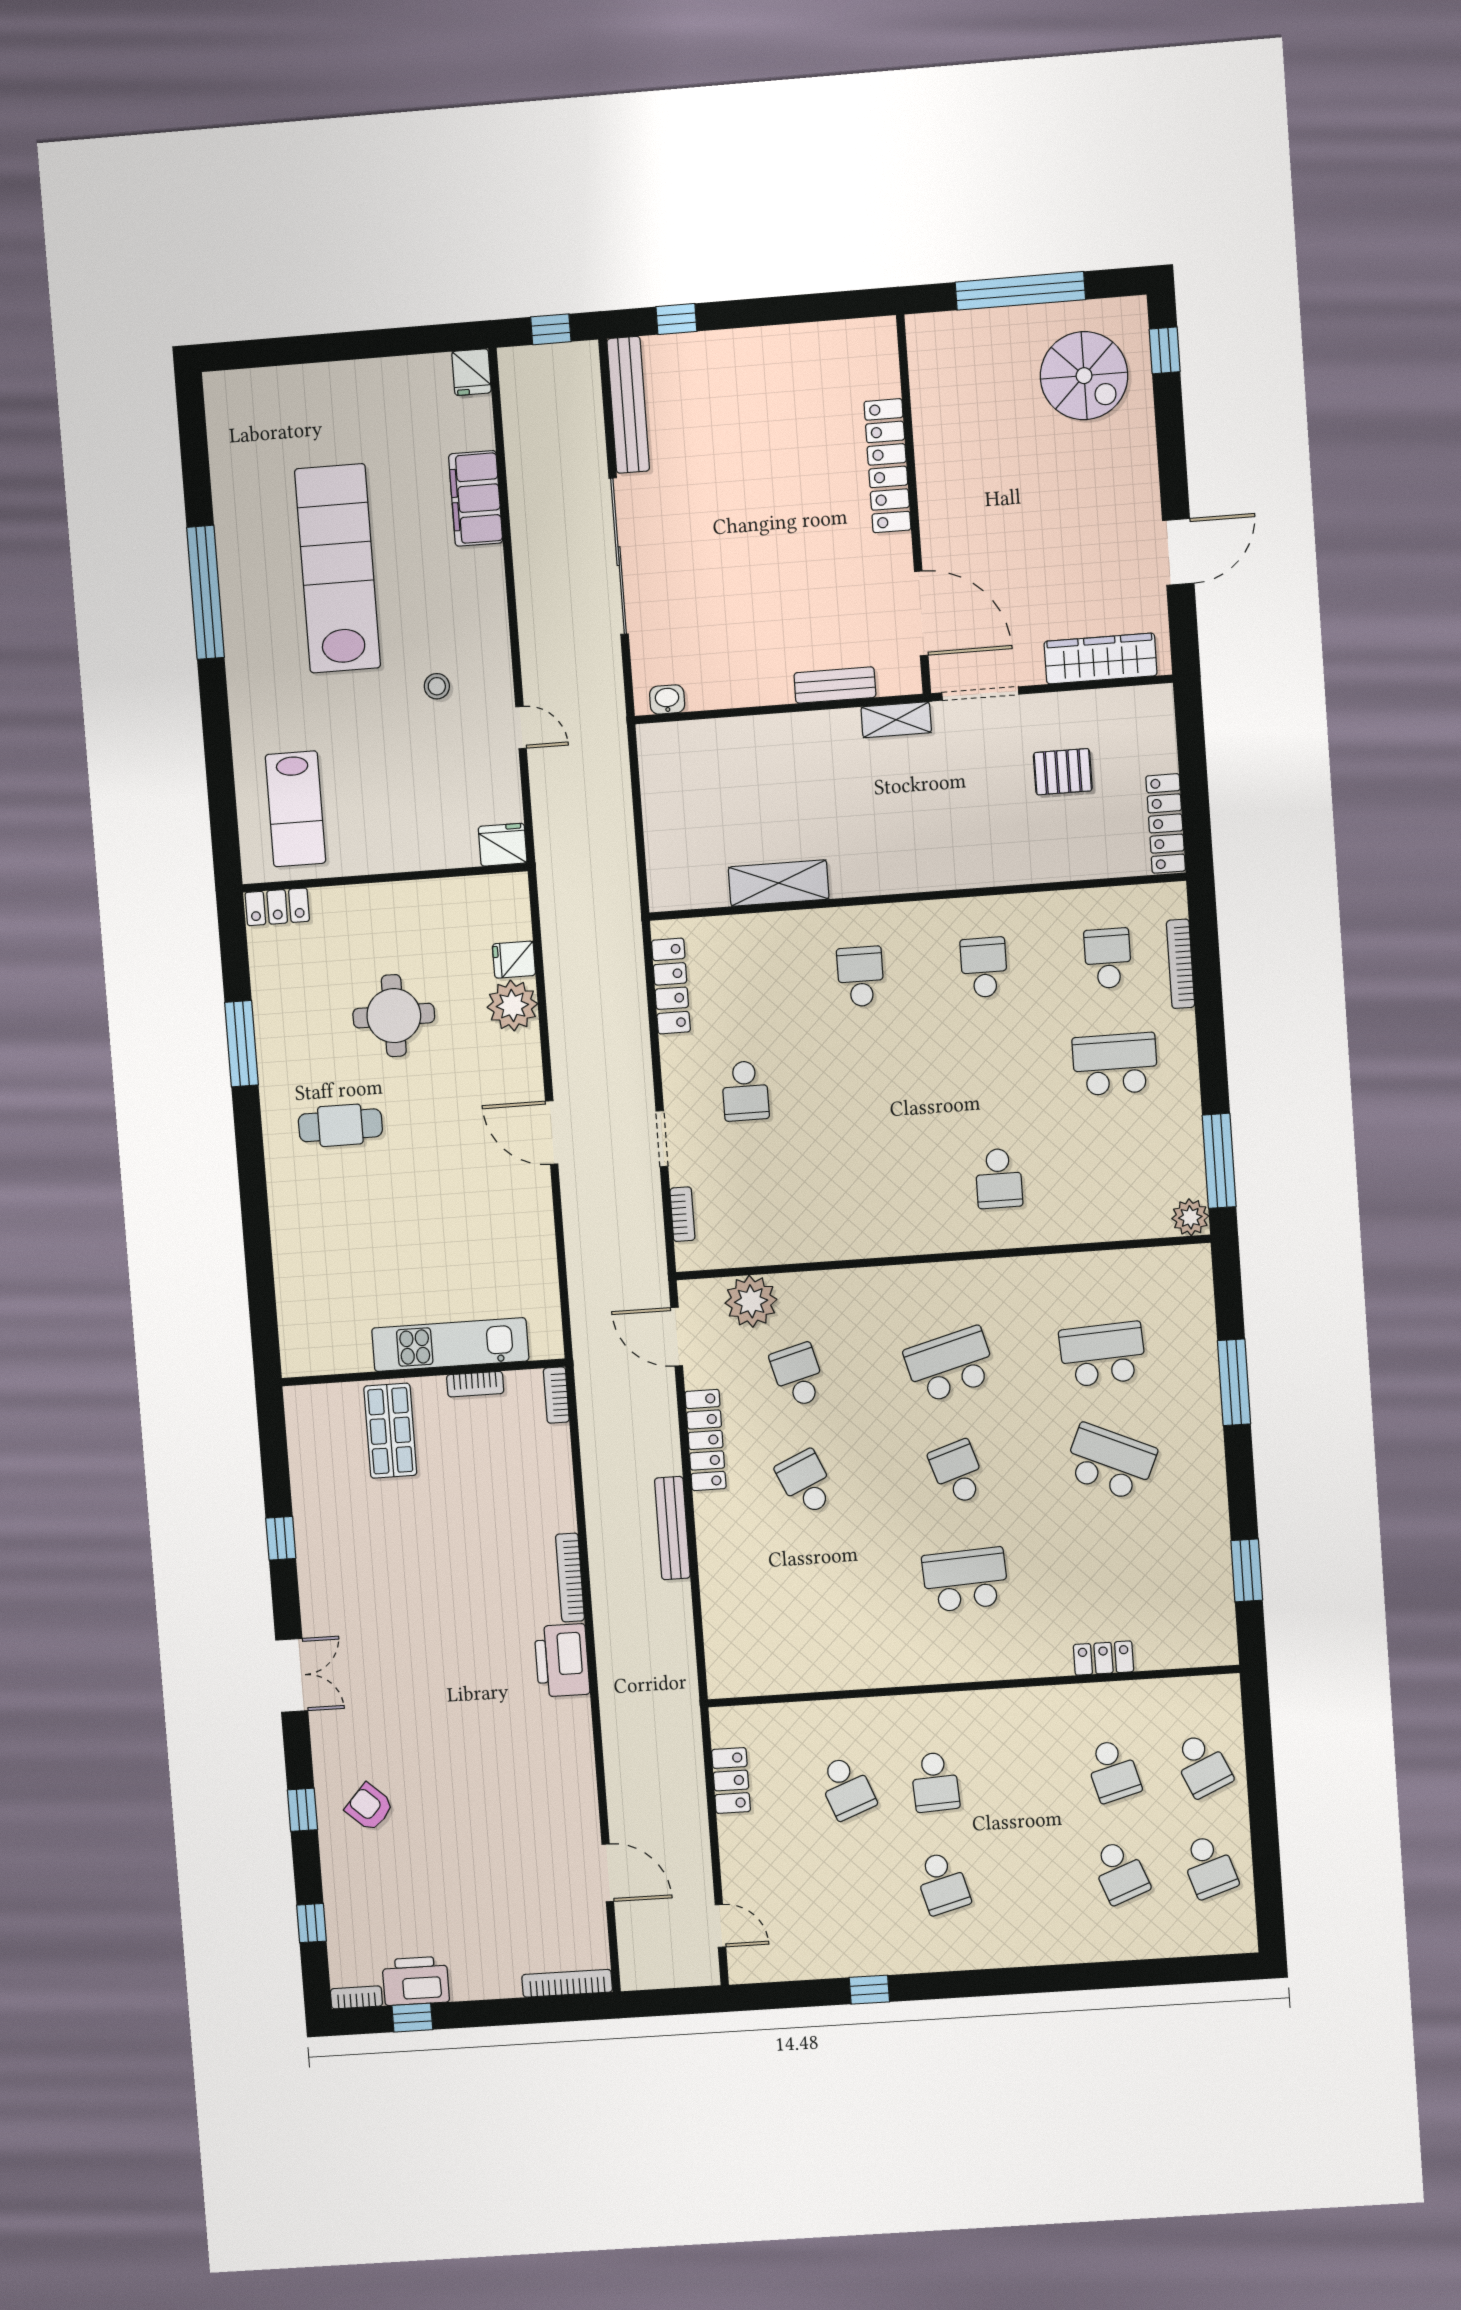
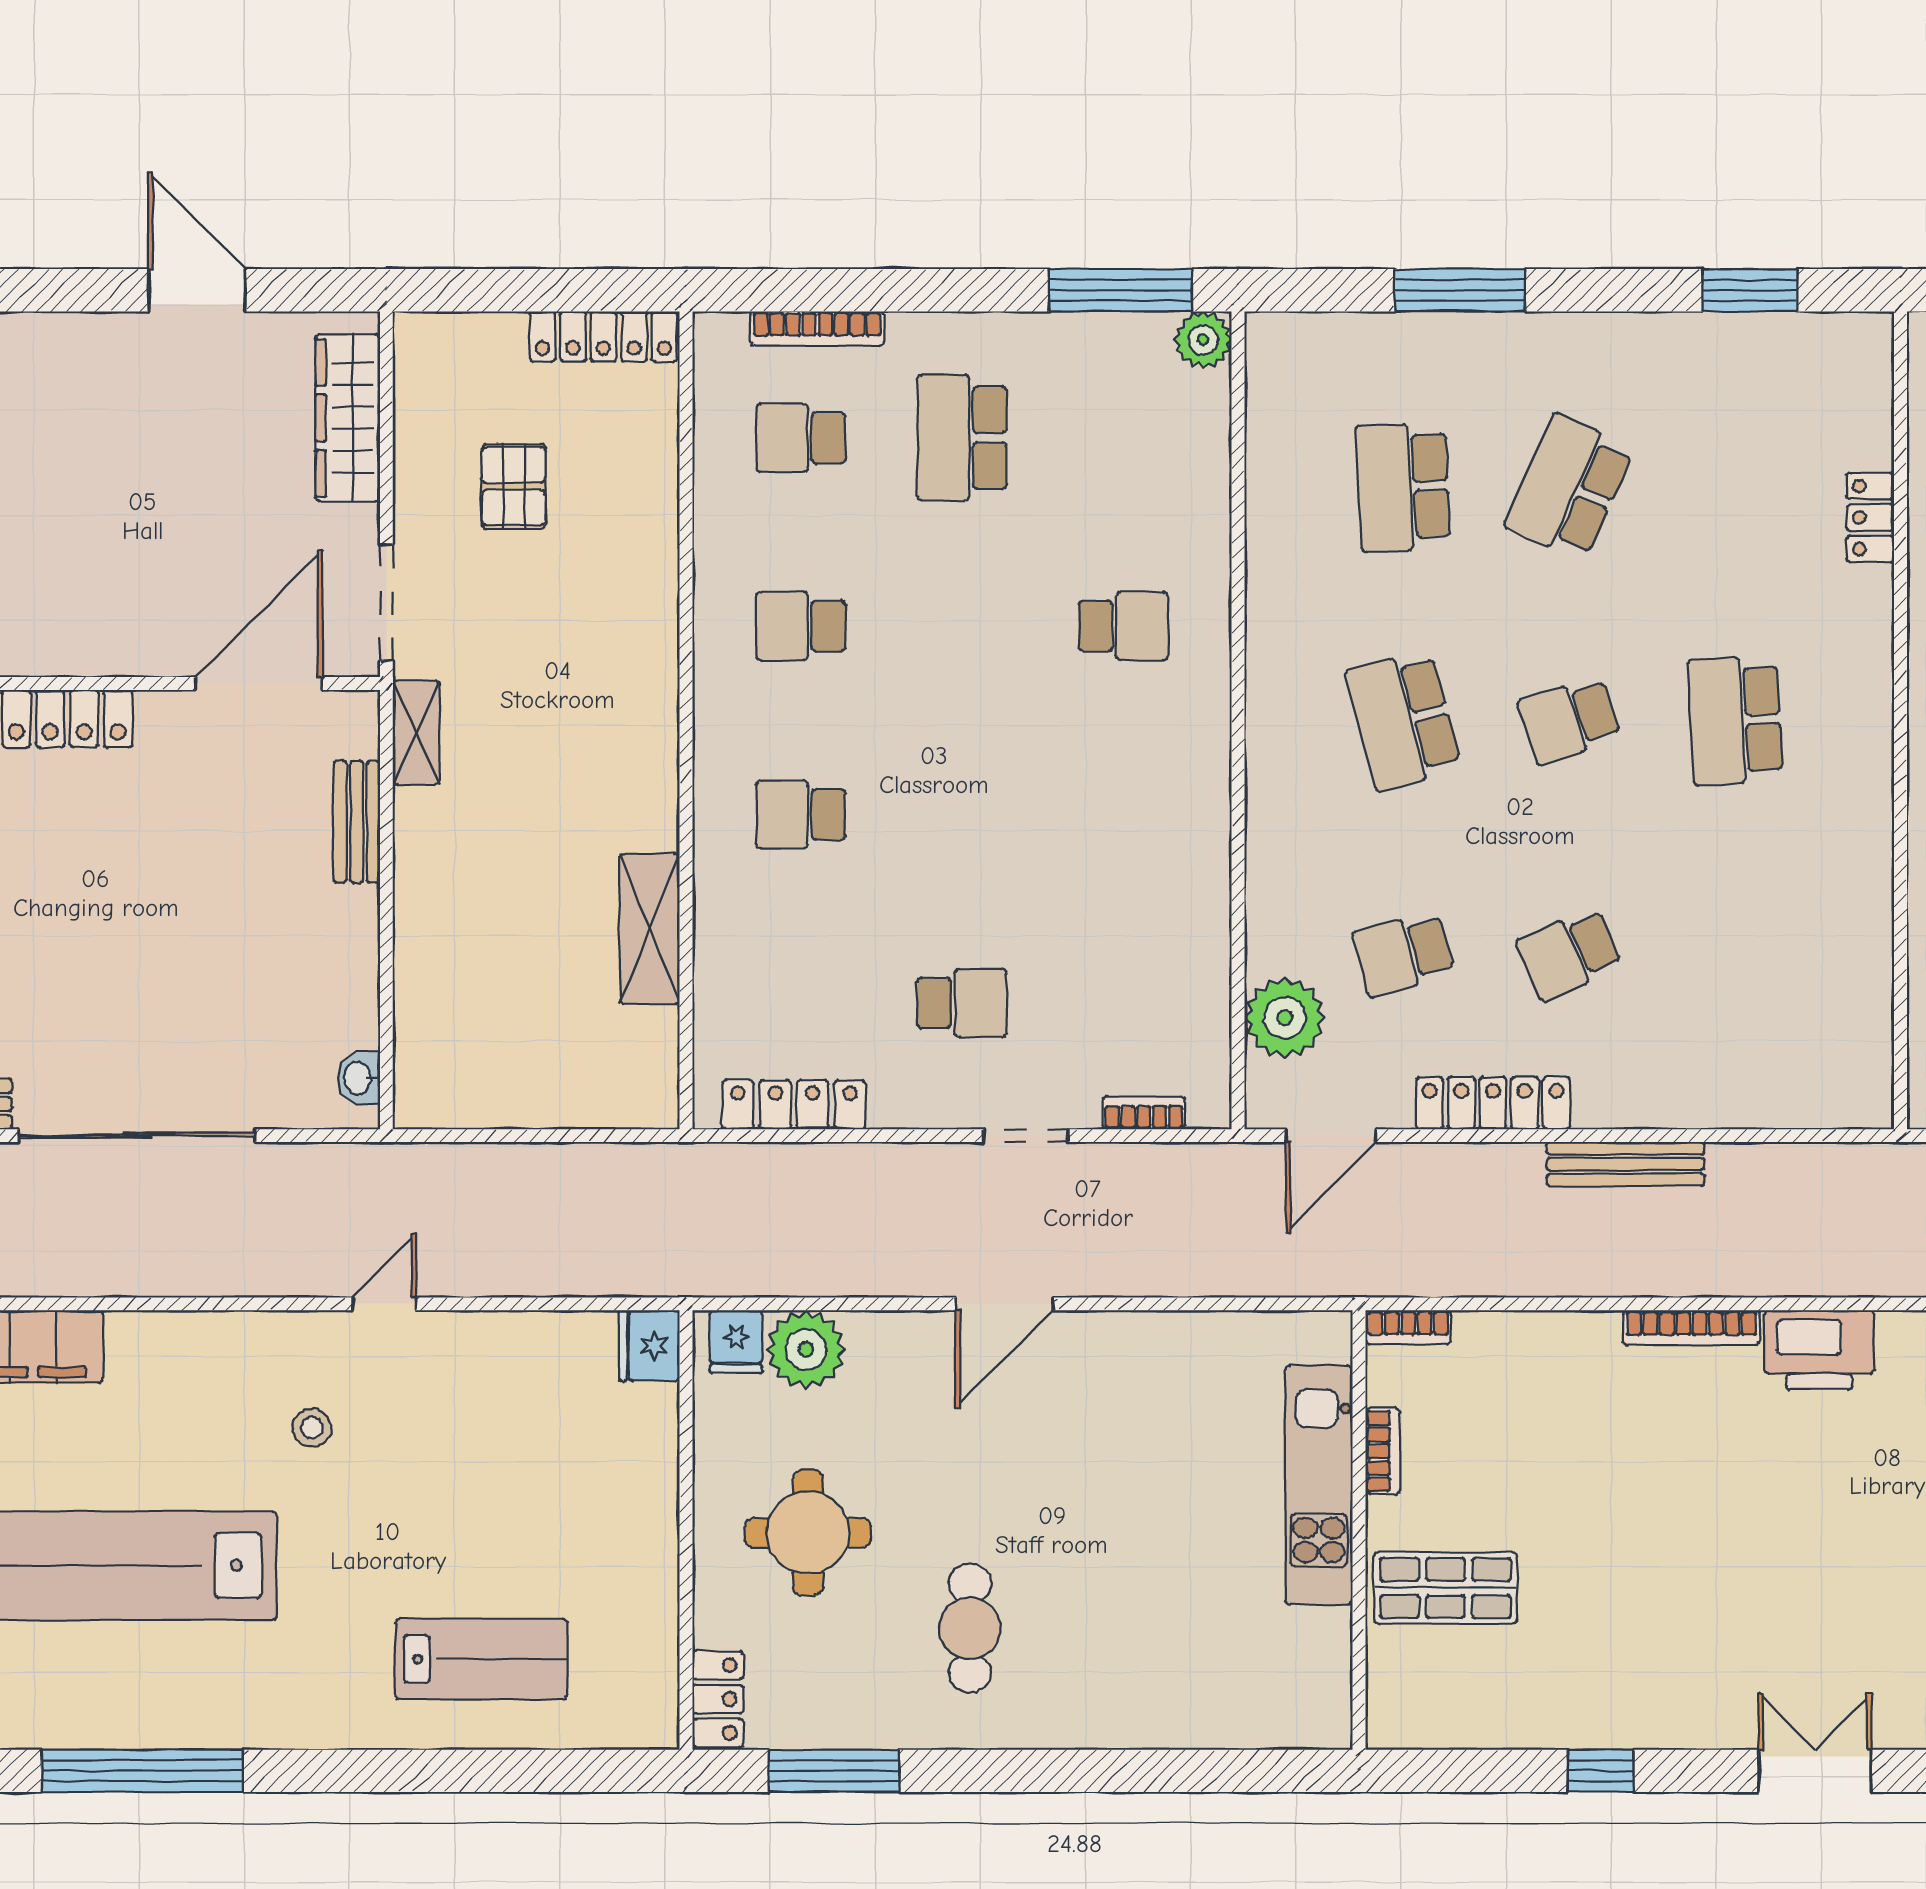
fridge: (503, 845) -> (649, 1346), moved
wall: (385, 878) -> (686, 1530), moved
locker: (277, 907) -> (718, 1699), moved

